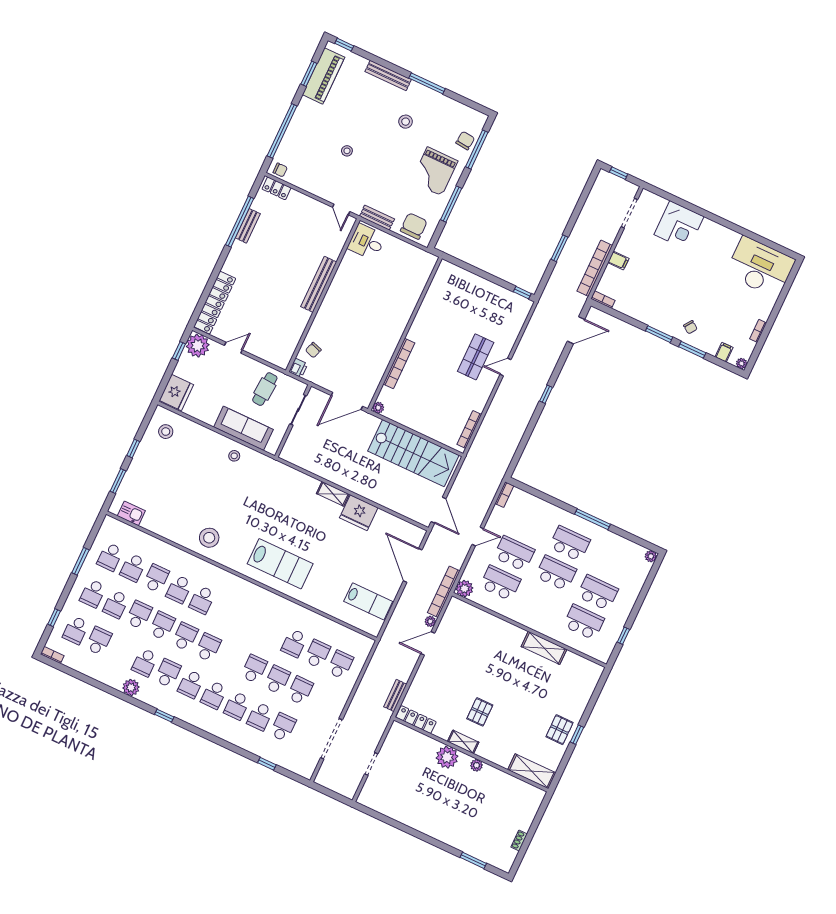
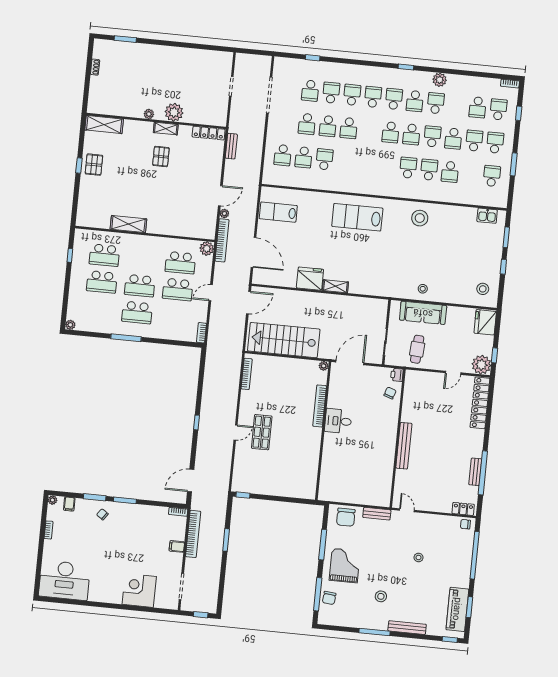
desk: (367, 242) -> (338, 421), moved, turned 180
door: (439, 510) -> (249, 303), swing flipped
school desk: (133, 568) -> (471, 174), removed
school desk: (162, 626) -> (432, 136), turned 180

